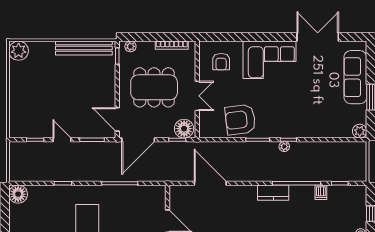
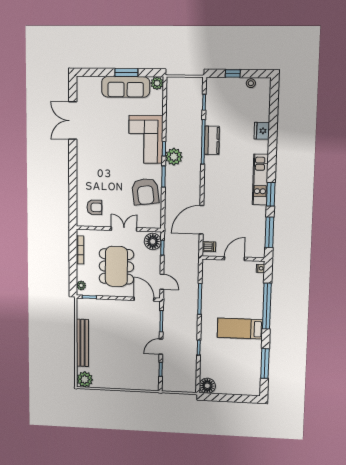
bench: (84, 48) -> (82, 343), moved
corner sofa: (270, 60) -> (146, 139), moved, turned 180
sofa: (355, 77) -> (126, 87), moved
door: (117, 119) -> (144, 299), swing flipped
door: (138, 140) -> (162, 282), width x0.53
plant: (284, 147) -> (174, 157), width x1.88, depth x1.88
dishwasher: (321, 192) -> (209, 247), moved
kitchen counter: (273, 193) -> (212, 140), moved

